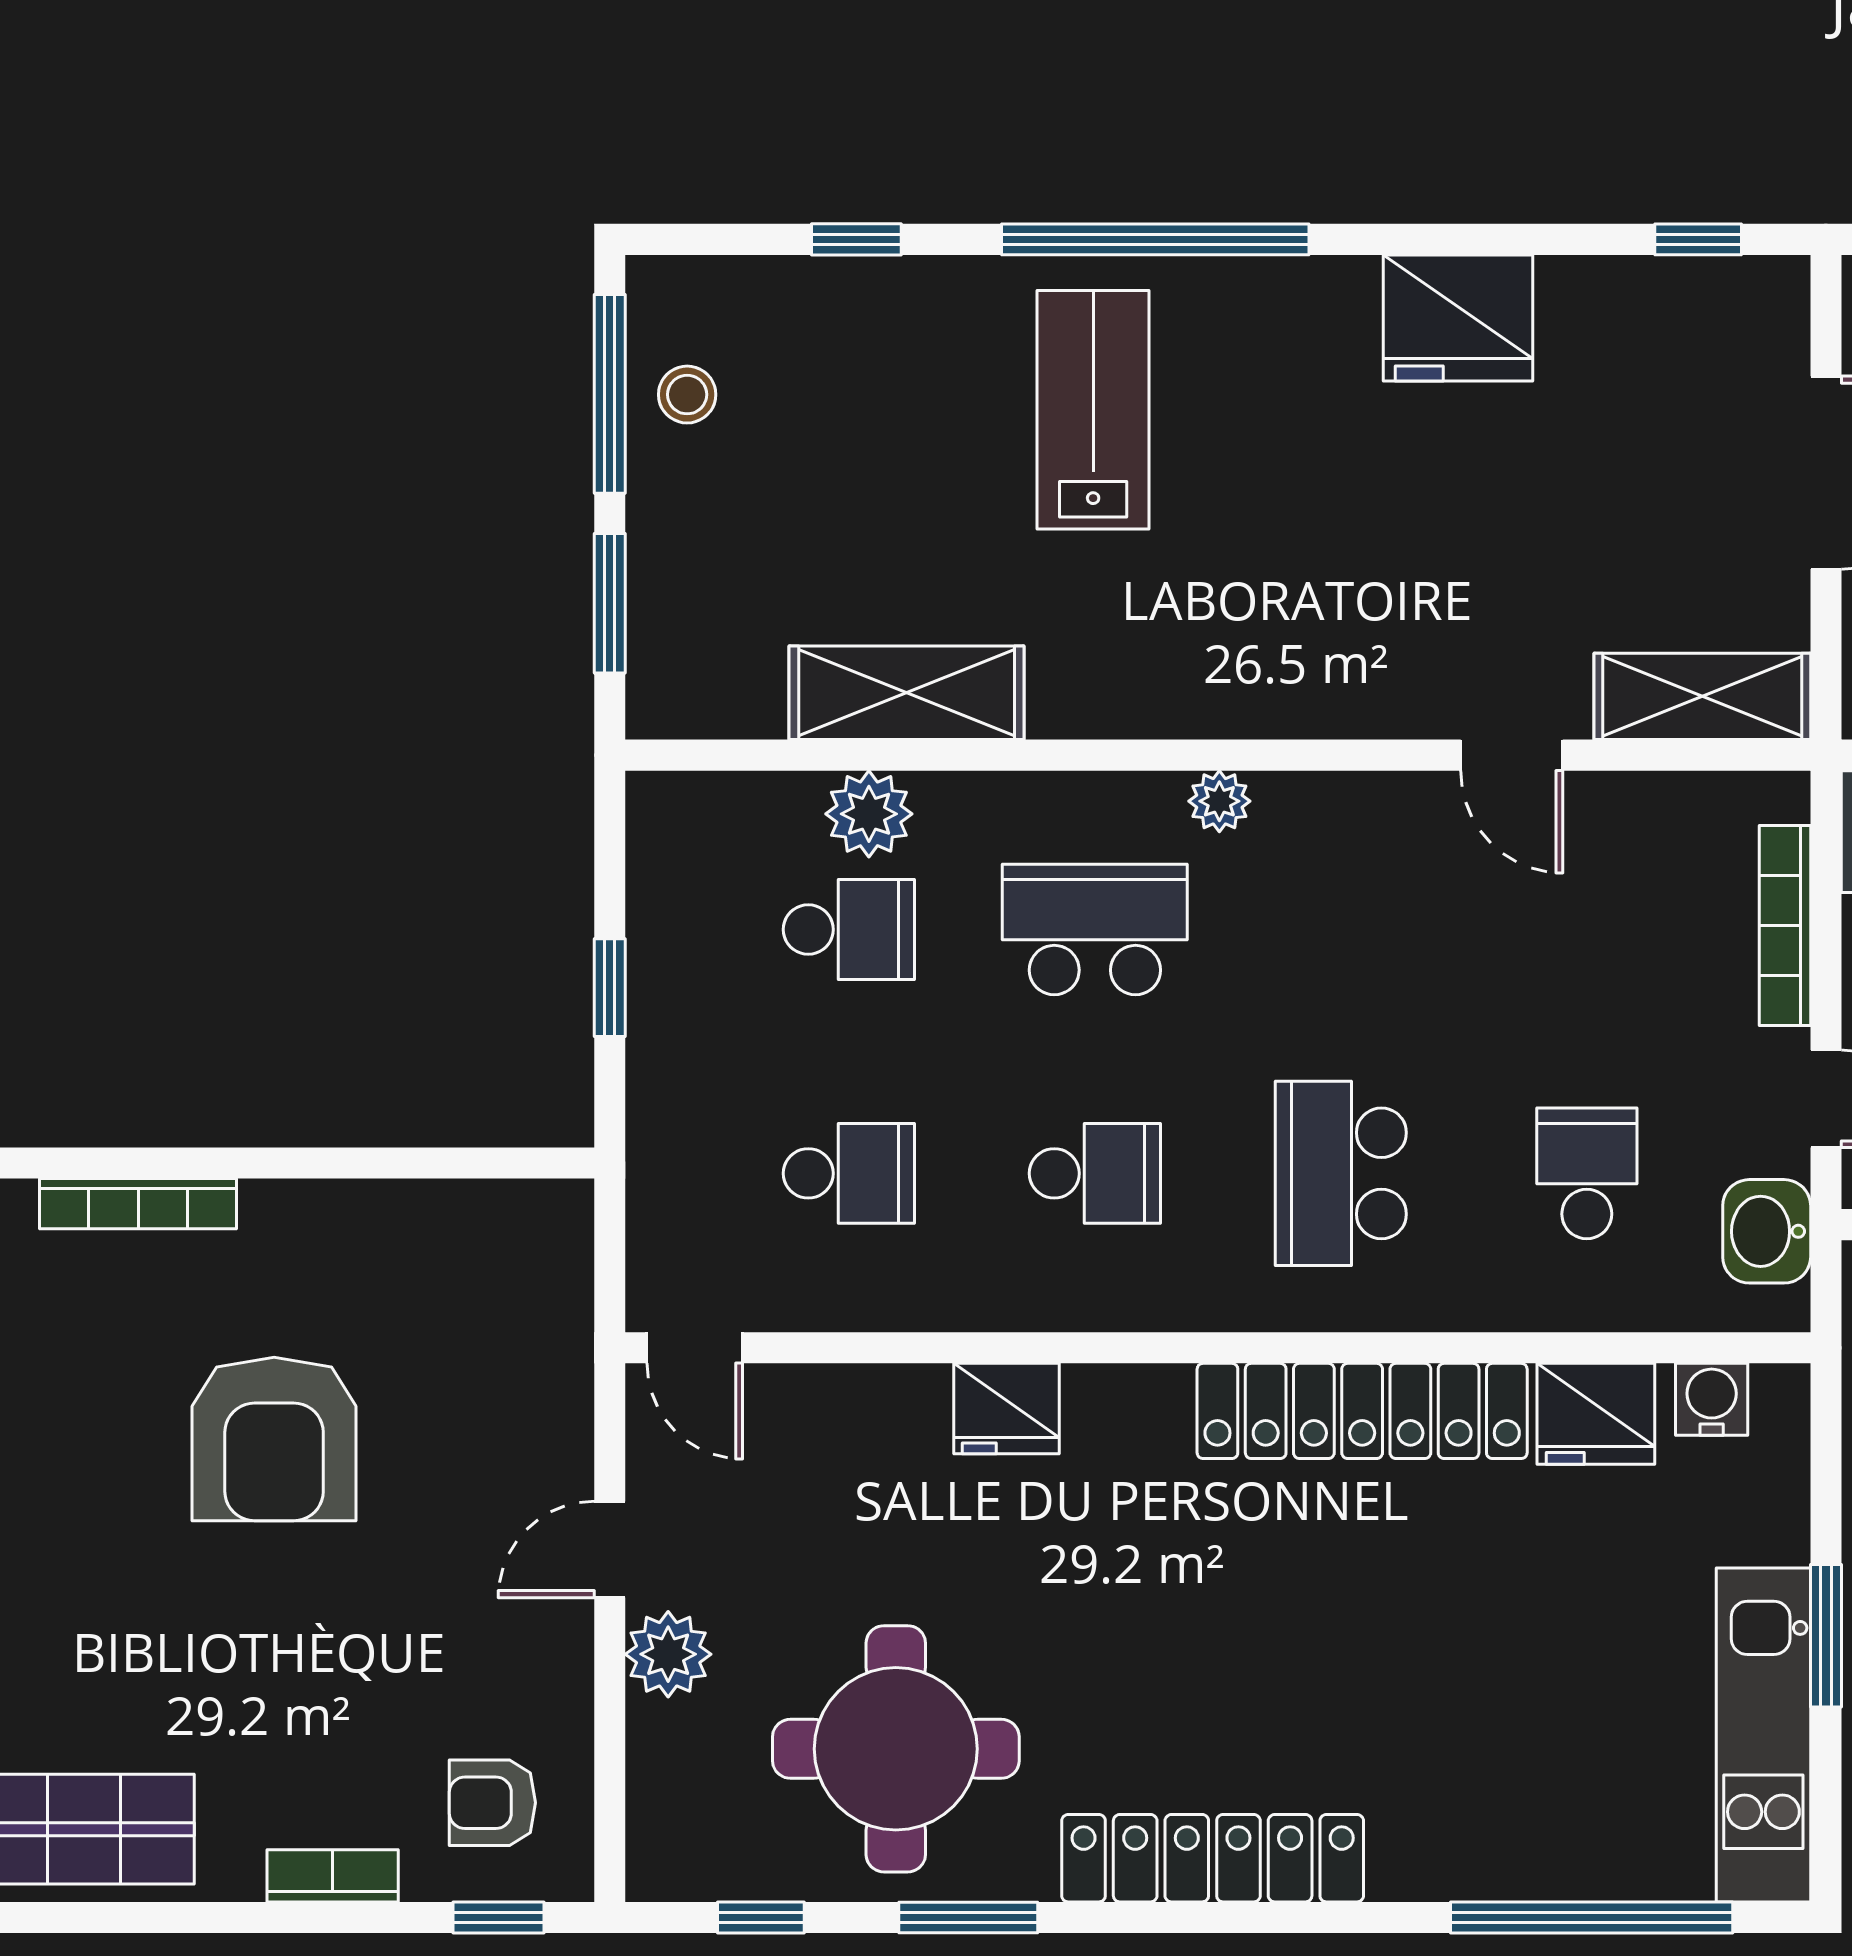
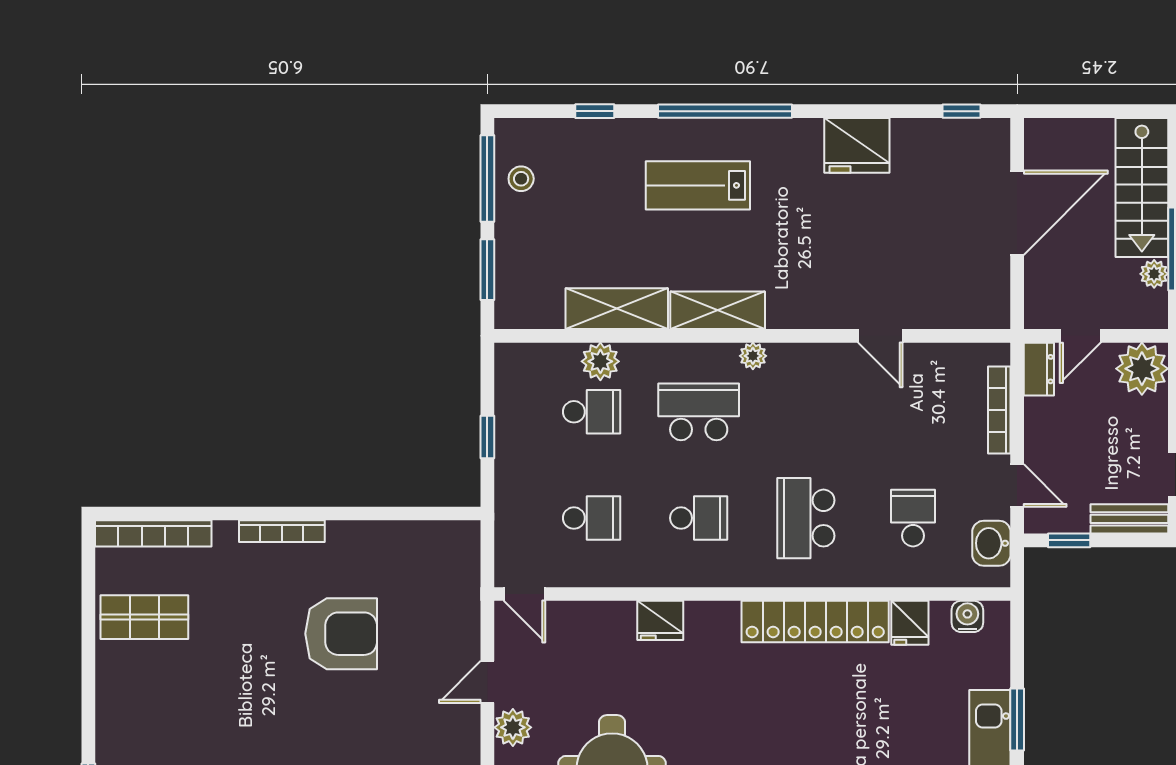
lab bench: (1093, 410) -> (698, 185), turned -90
shelving: (1702, 696) -> (718, 310), moved
fridge: (1596, 1414) -> (910, 623), width x0.72
armchair: (274, 1439) -> (341, 634), turned -90

